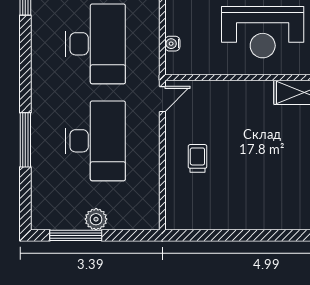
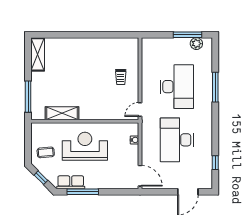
desk: (95, 141) -> (177, 87), turned 180
plant: (96, 219) -> (196, 44), moved

